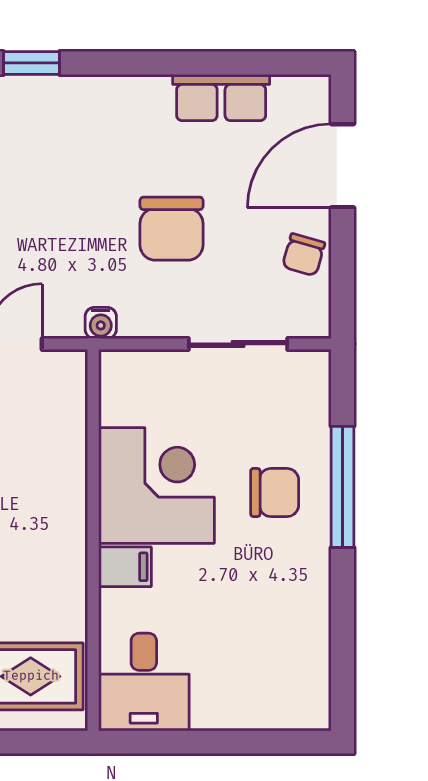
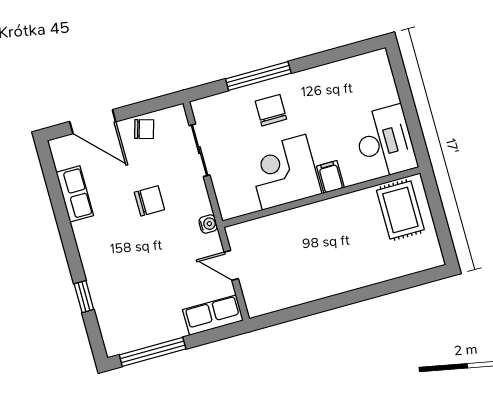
chair: (172, 229) -> (149, 201), width x0.73, depth x0.73
desk: (144, 682) -> (385, 142), width x1.37

